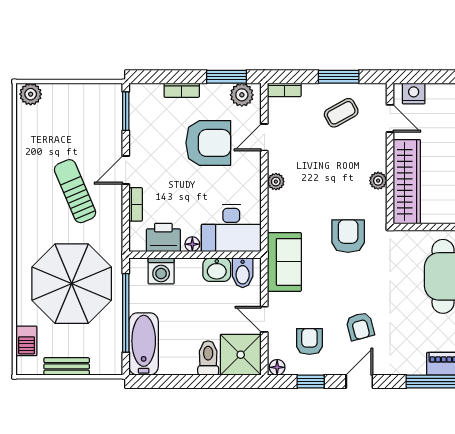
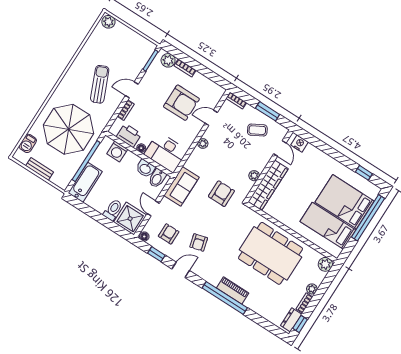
window: (226, 77) -> (212, 76), removed
plant: (242, 95) -> (168, 60), moved

